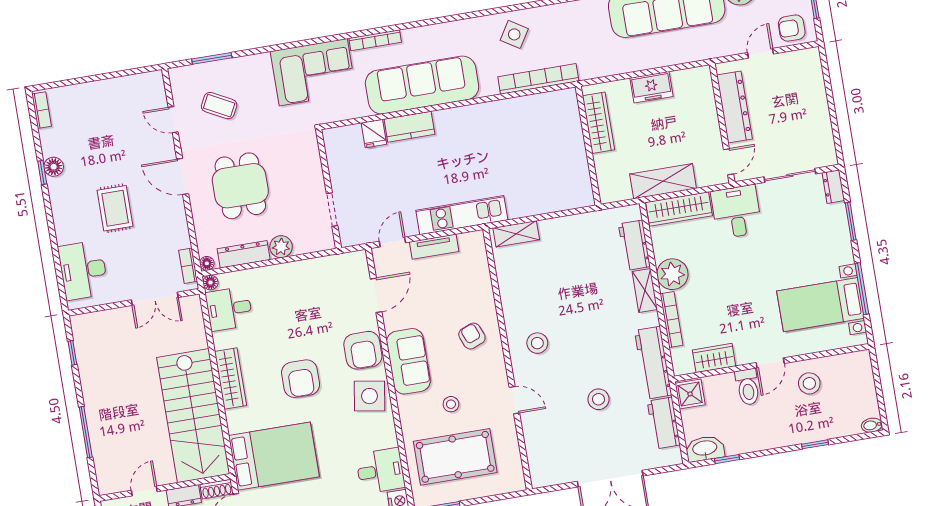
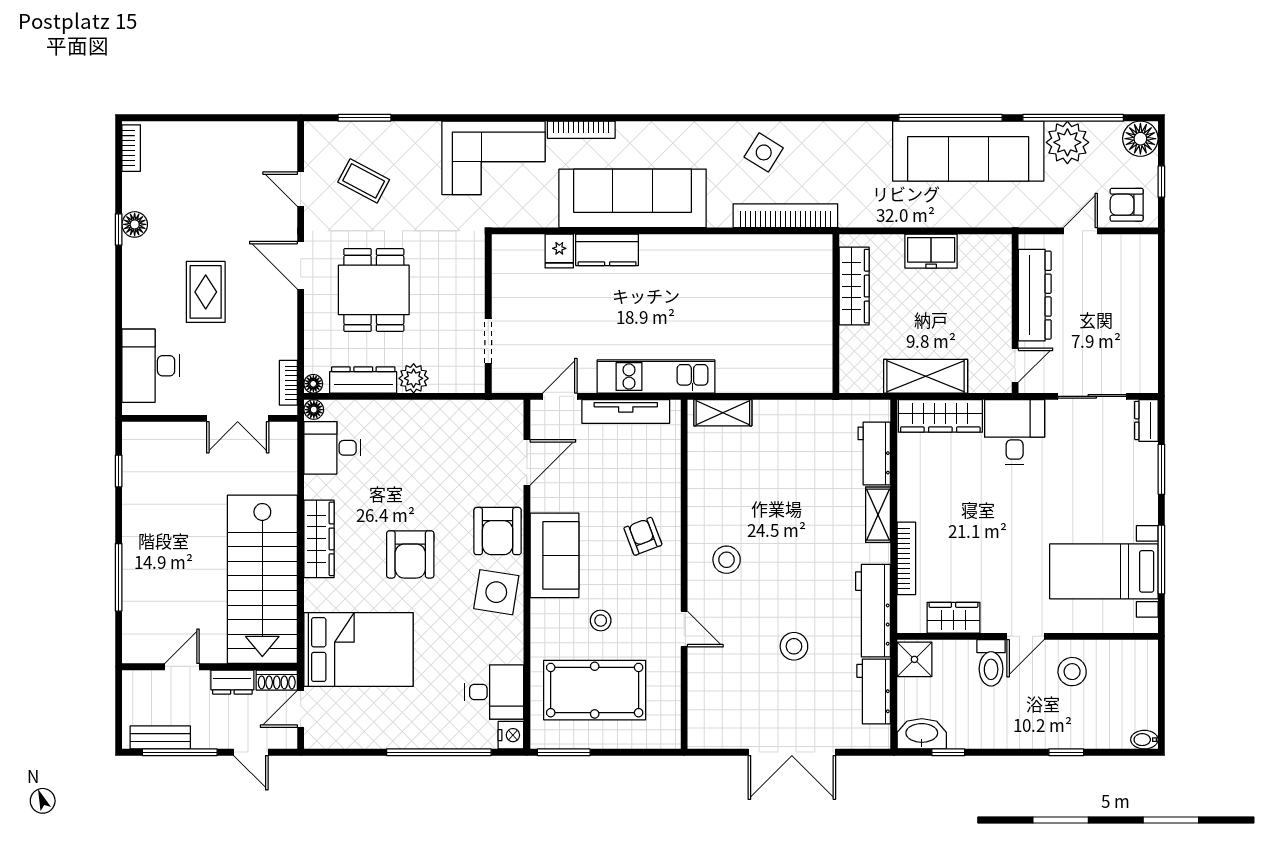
tv unit: (434, 247) -> (626, 412), width x1.41
plant: (672, 274) -> (918, 499), removed

